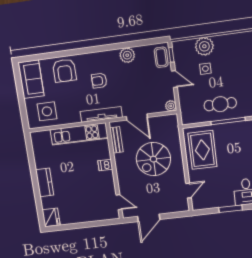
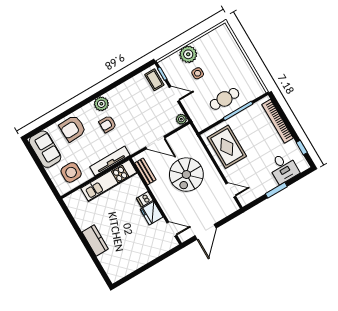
plant: (127, 55) -> (101, 104), moved
armchair: (64, 71) -> (73, 128), turned 88
tv unit: (101, 114) -> (110, 161), moved
door: (188, 191) -> (231, 190), hinge flipped
fridge: (51, 217) -> (152, 213), moved, turned 180

